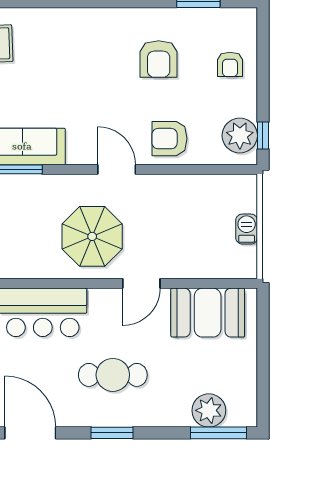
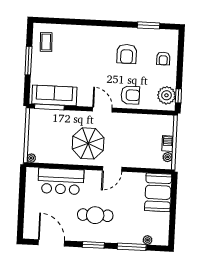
armchair: (169, 139) -> (130, 95), turned 180
plant: (248, 255) -> (168, 157), added
booth: (208, 313) -> (158, 192), moved, turned 90
plant: (209, 410) -> (148, 240), width x0.53, depth x0.53
window: (219, 433) -> (132, 247), moved

